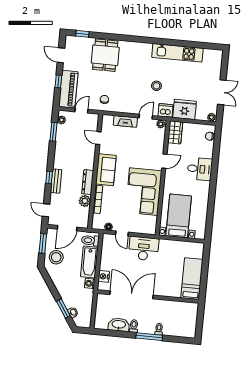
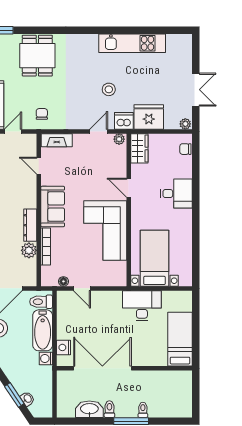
fireplace: (125, 121) -> (57, 140), moved
door: (164, 161) -> (129, 188), swing flipped
desk: (144, 249) -> (142, 306), moved

